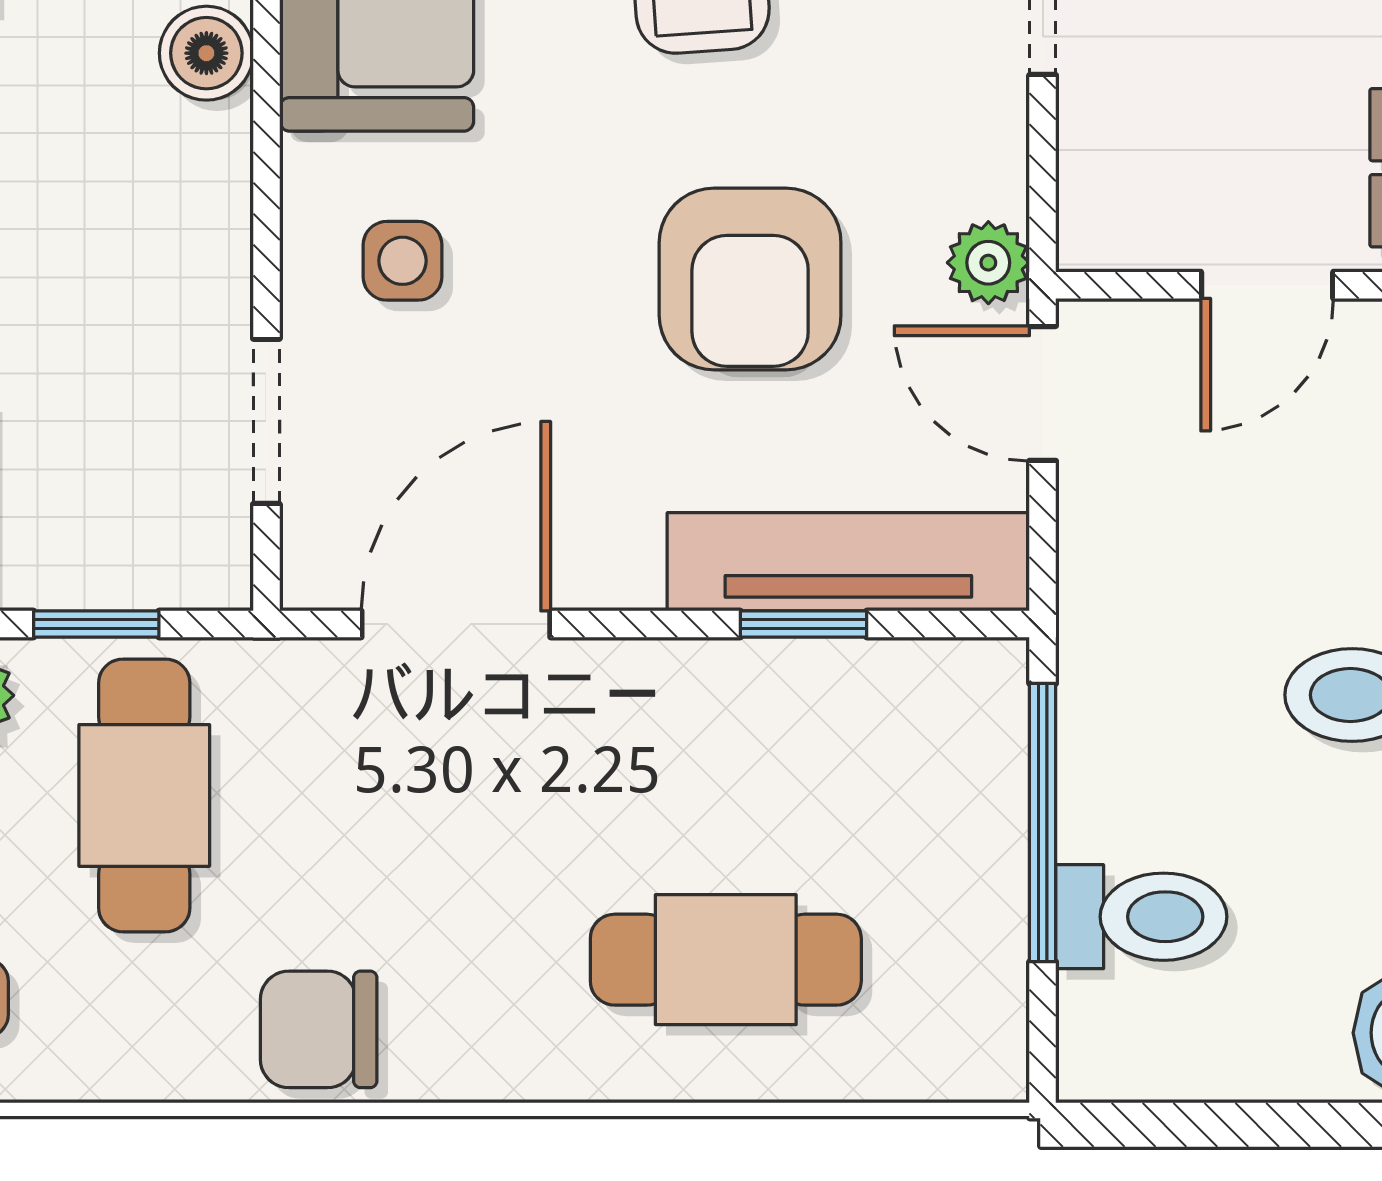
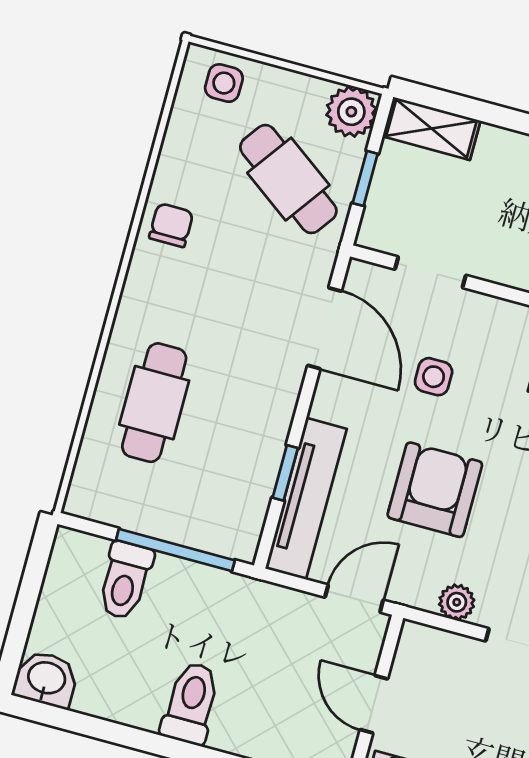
side table: (403, 261) -> (434, 377), moved
plant: (988, 263) -> (457, 602), moved
armchair: (750, 279) -> (435, 490), turned 90
cafe table: (144, 795) -> (288, 179), turned 36
chair: (319, 1029) -> (171, 225), width x0.73, depth x0.73

